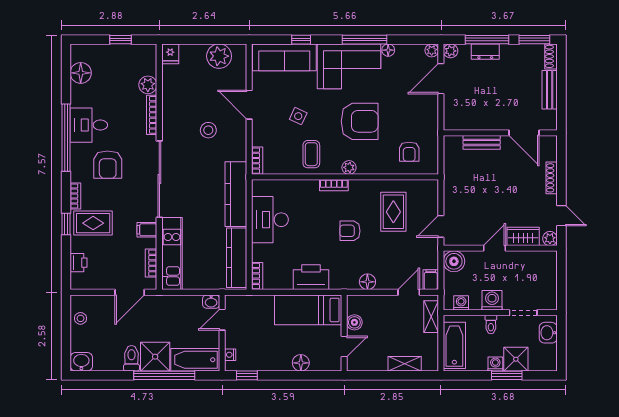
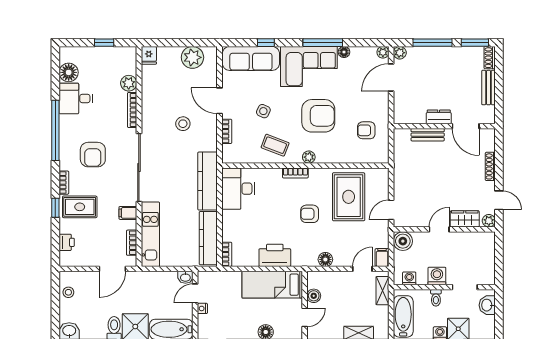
dresser: (485, 52) -> (439, 117), moved, turned 180
desk: (89, 125) -> (76, 98), moved
armchair: (409, 152) -> (366, 130), moved, turned 90
coffee table: (311, 154) -> (275, 145), turned -69
bookcase: (257, 161) -> (227, 131), moved
rug: (393, 212) -> (349, 197), width x1.36, depth x1.43
desk: (270, 220) -> (238, 189), moved
nightstand: (230, 355) -> (202, 308), moved

